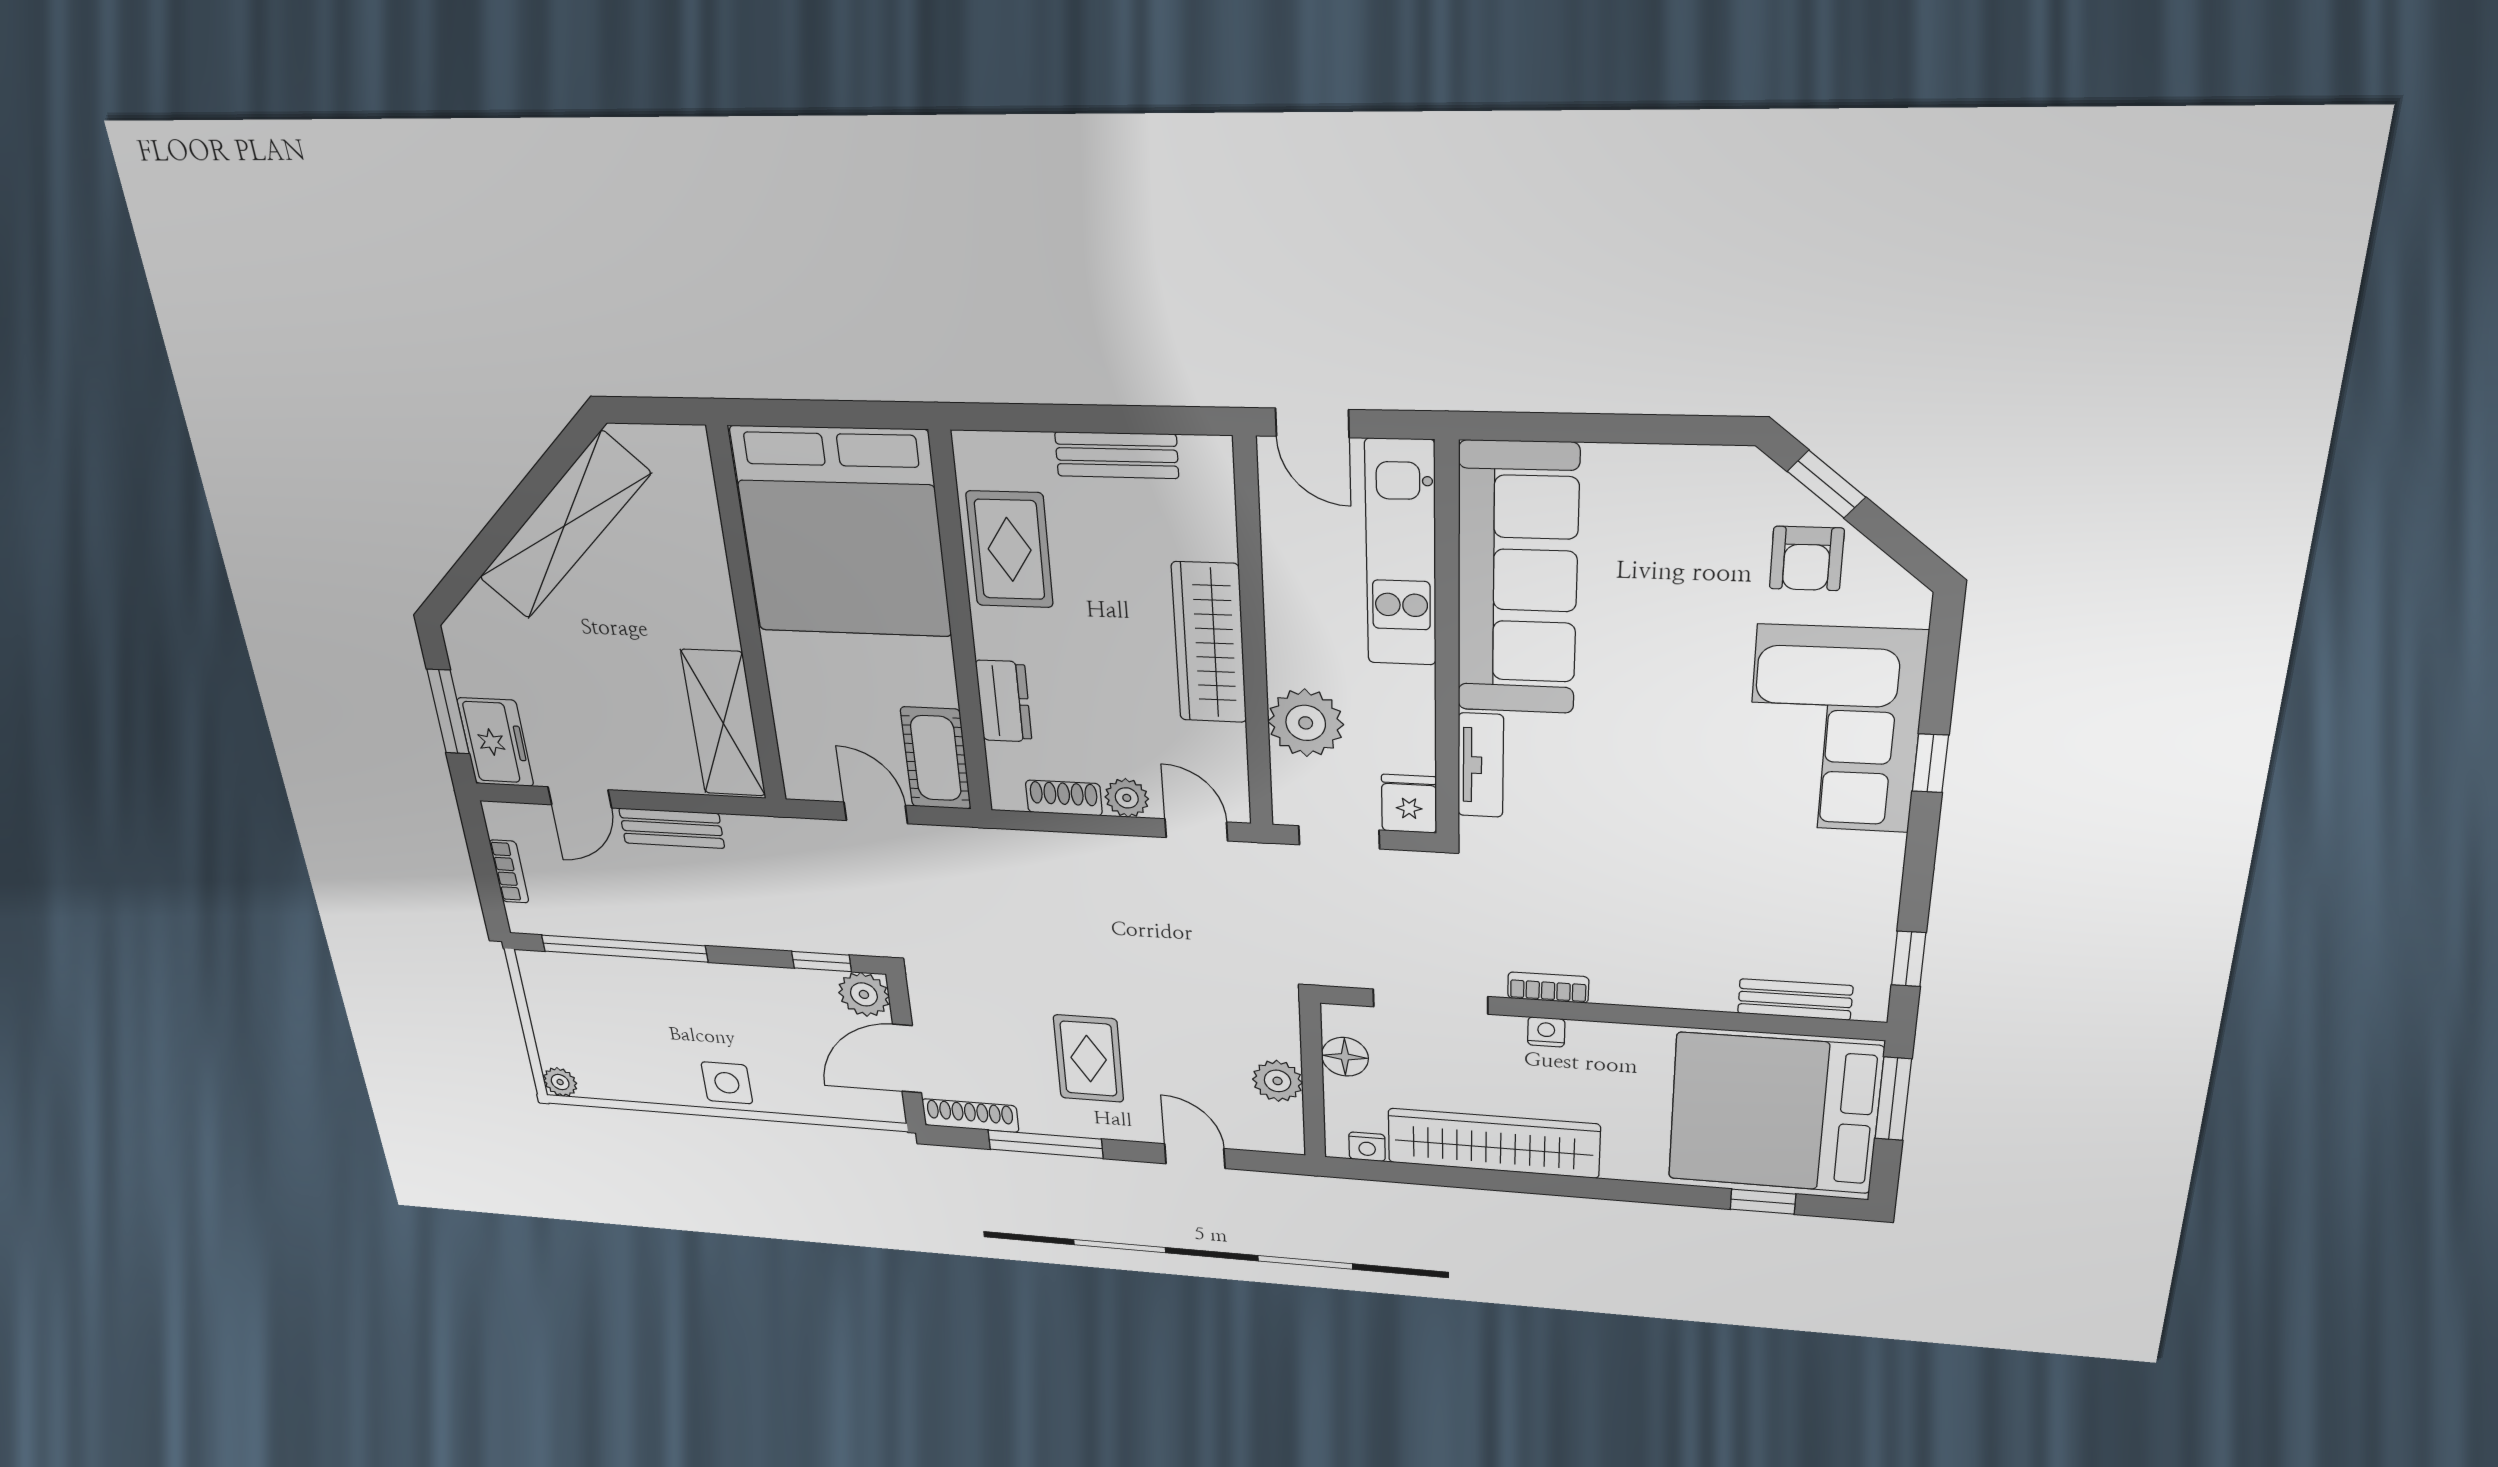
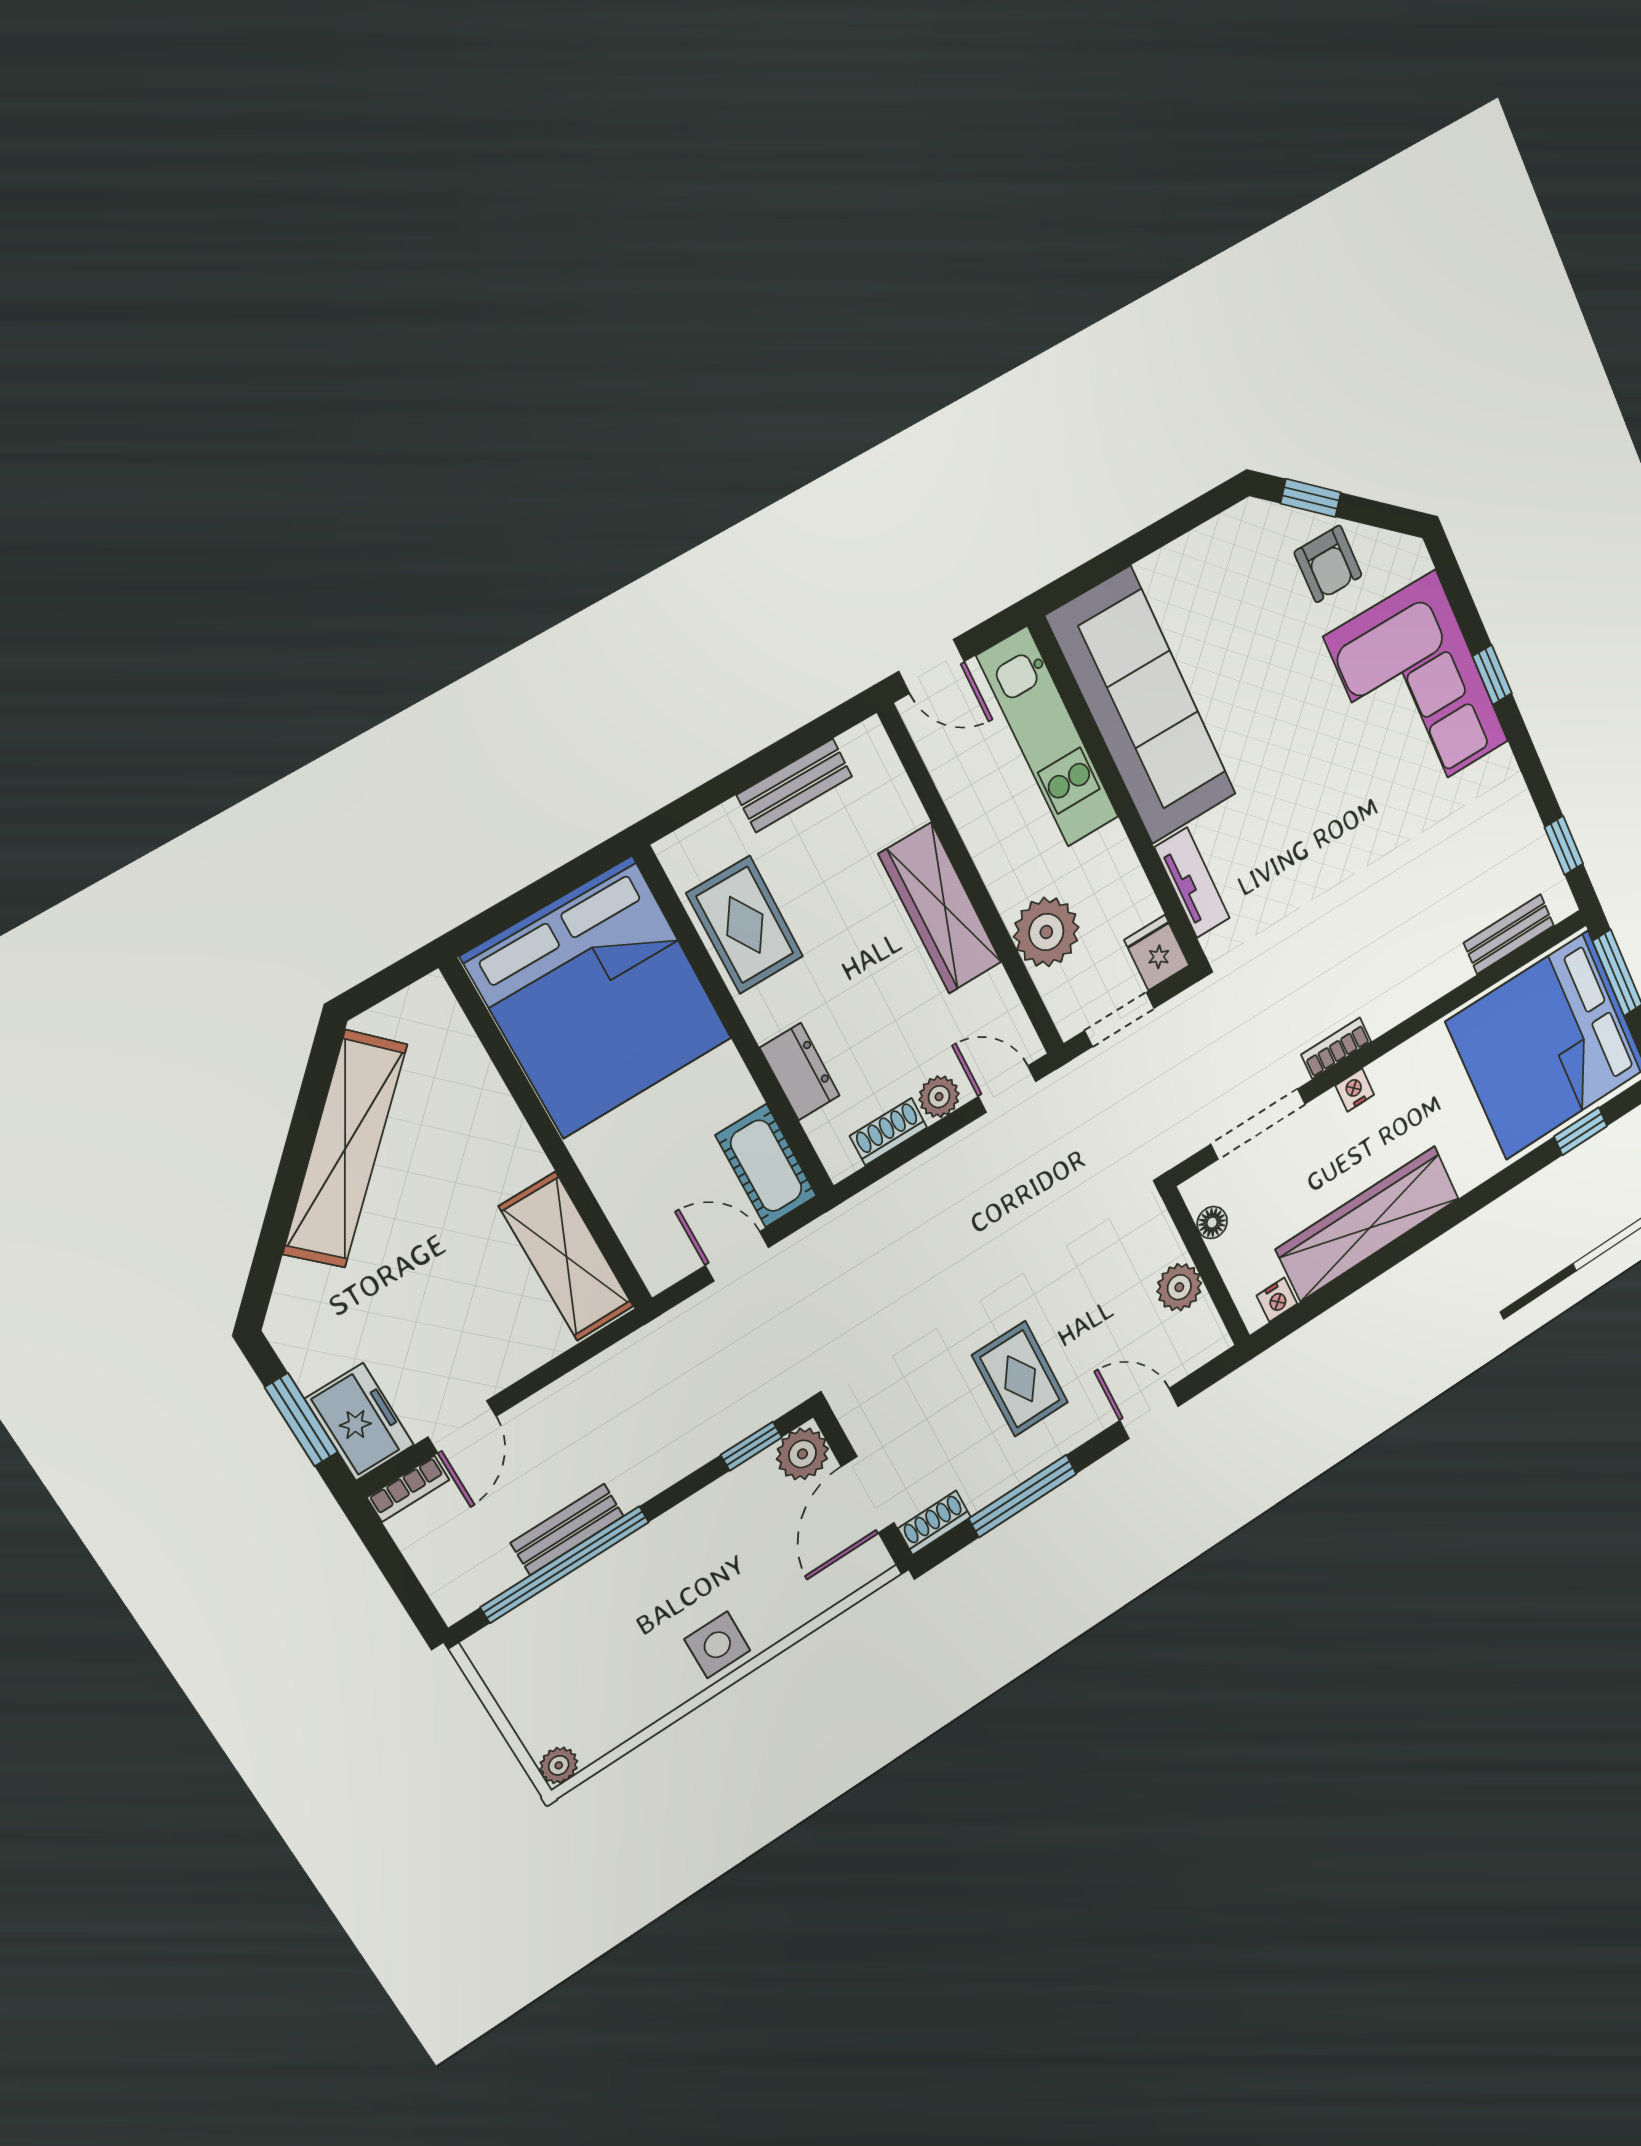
bench: (672, 828) -> (567, 1529), moved
bookcase: (509, 872) -> (408, 1489), moved, turned 90
floor lamp: (1345, 1057) -> (1212, 1223), width x0.73, depth x0.73
shoe rack: (970, 1116) -> (934, 1523), width x0.70

